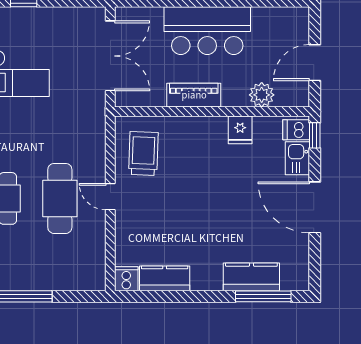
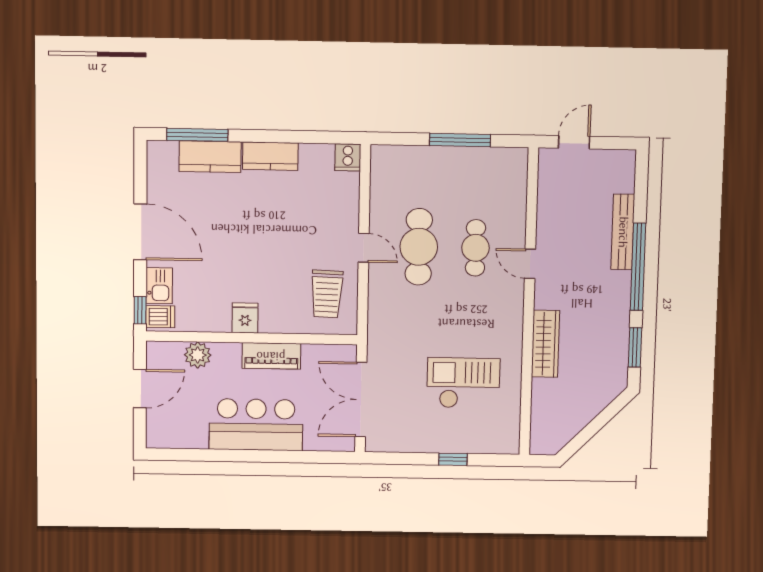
fridge: (240, 130) -> (245, 318), moved
kitchen counter: (165, 278) -> (270, 156), moved

